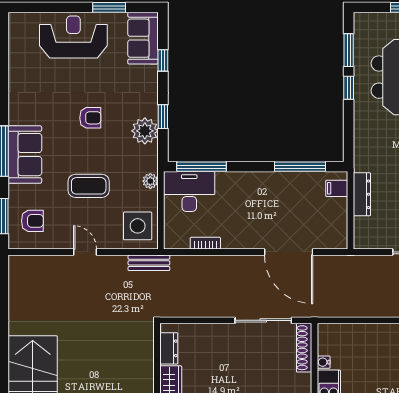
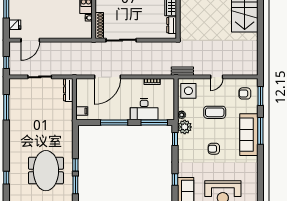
window: (163, 117) -> (175, 139), moved
plant: (145, 131) -> (185, 127), moved
sofa: (25, 155) -> (249, 135), width x1.36
window: (300, 167) -> (114, 123), moved
desk: (189, 191) -> (144, 109), moved
dresser: (362, 194) -> (68, 90), moved
door: (85, 252) -> (217, 77), hinge flipped
door: (289, 252) -> (108, 77), swing flipped

